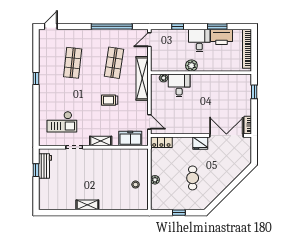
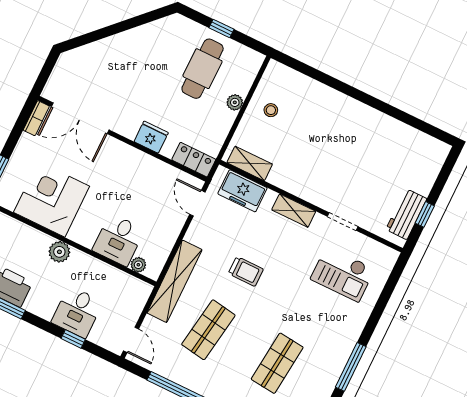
door: (149, 40) -> (131, 340), hinge flipped
desk: (199, 40) -> (77, 312), moved
plant: (191, 66) -> (59, 252), moved
window: (36, 78) -> (351, 367), width x2.17
corner desk: (221, 89) -> (52, 199), added
checkout: (62, 122) -> (343, 274), turned 180
fridge: (200, 143) -> (151, 137), moved
cafe table: (193, 178) -> (203, 69), moved, width x1.37, depth x1.35
shelving: (87, 205) -> (250, 163), moved

